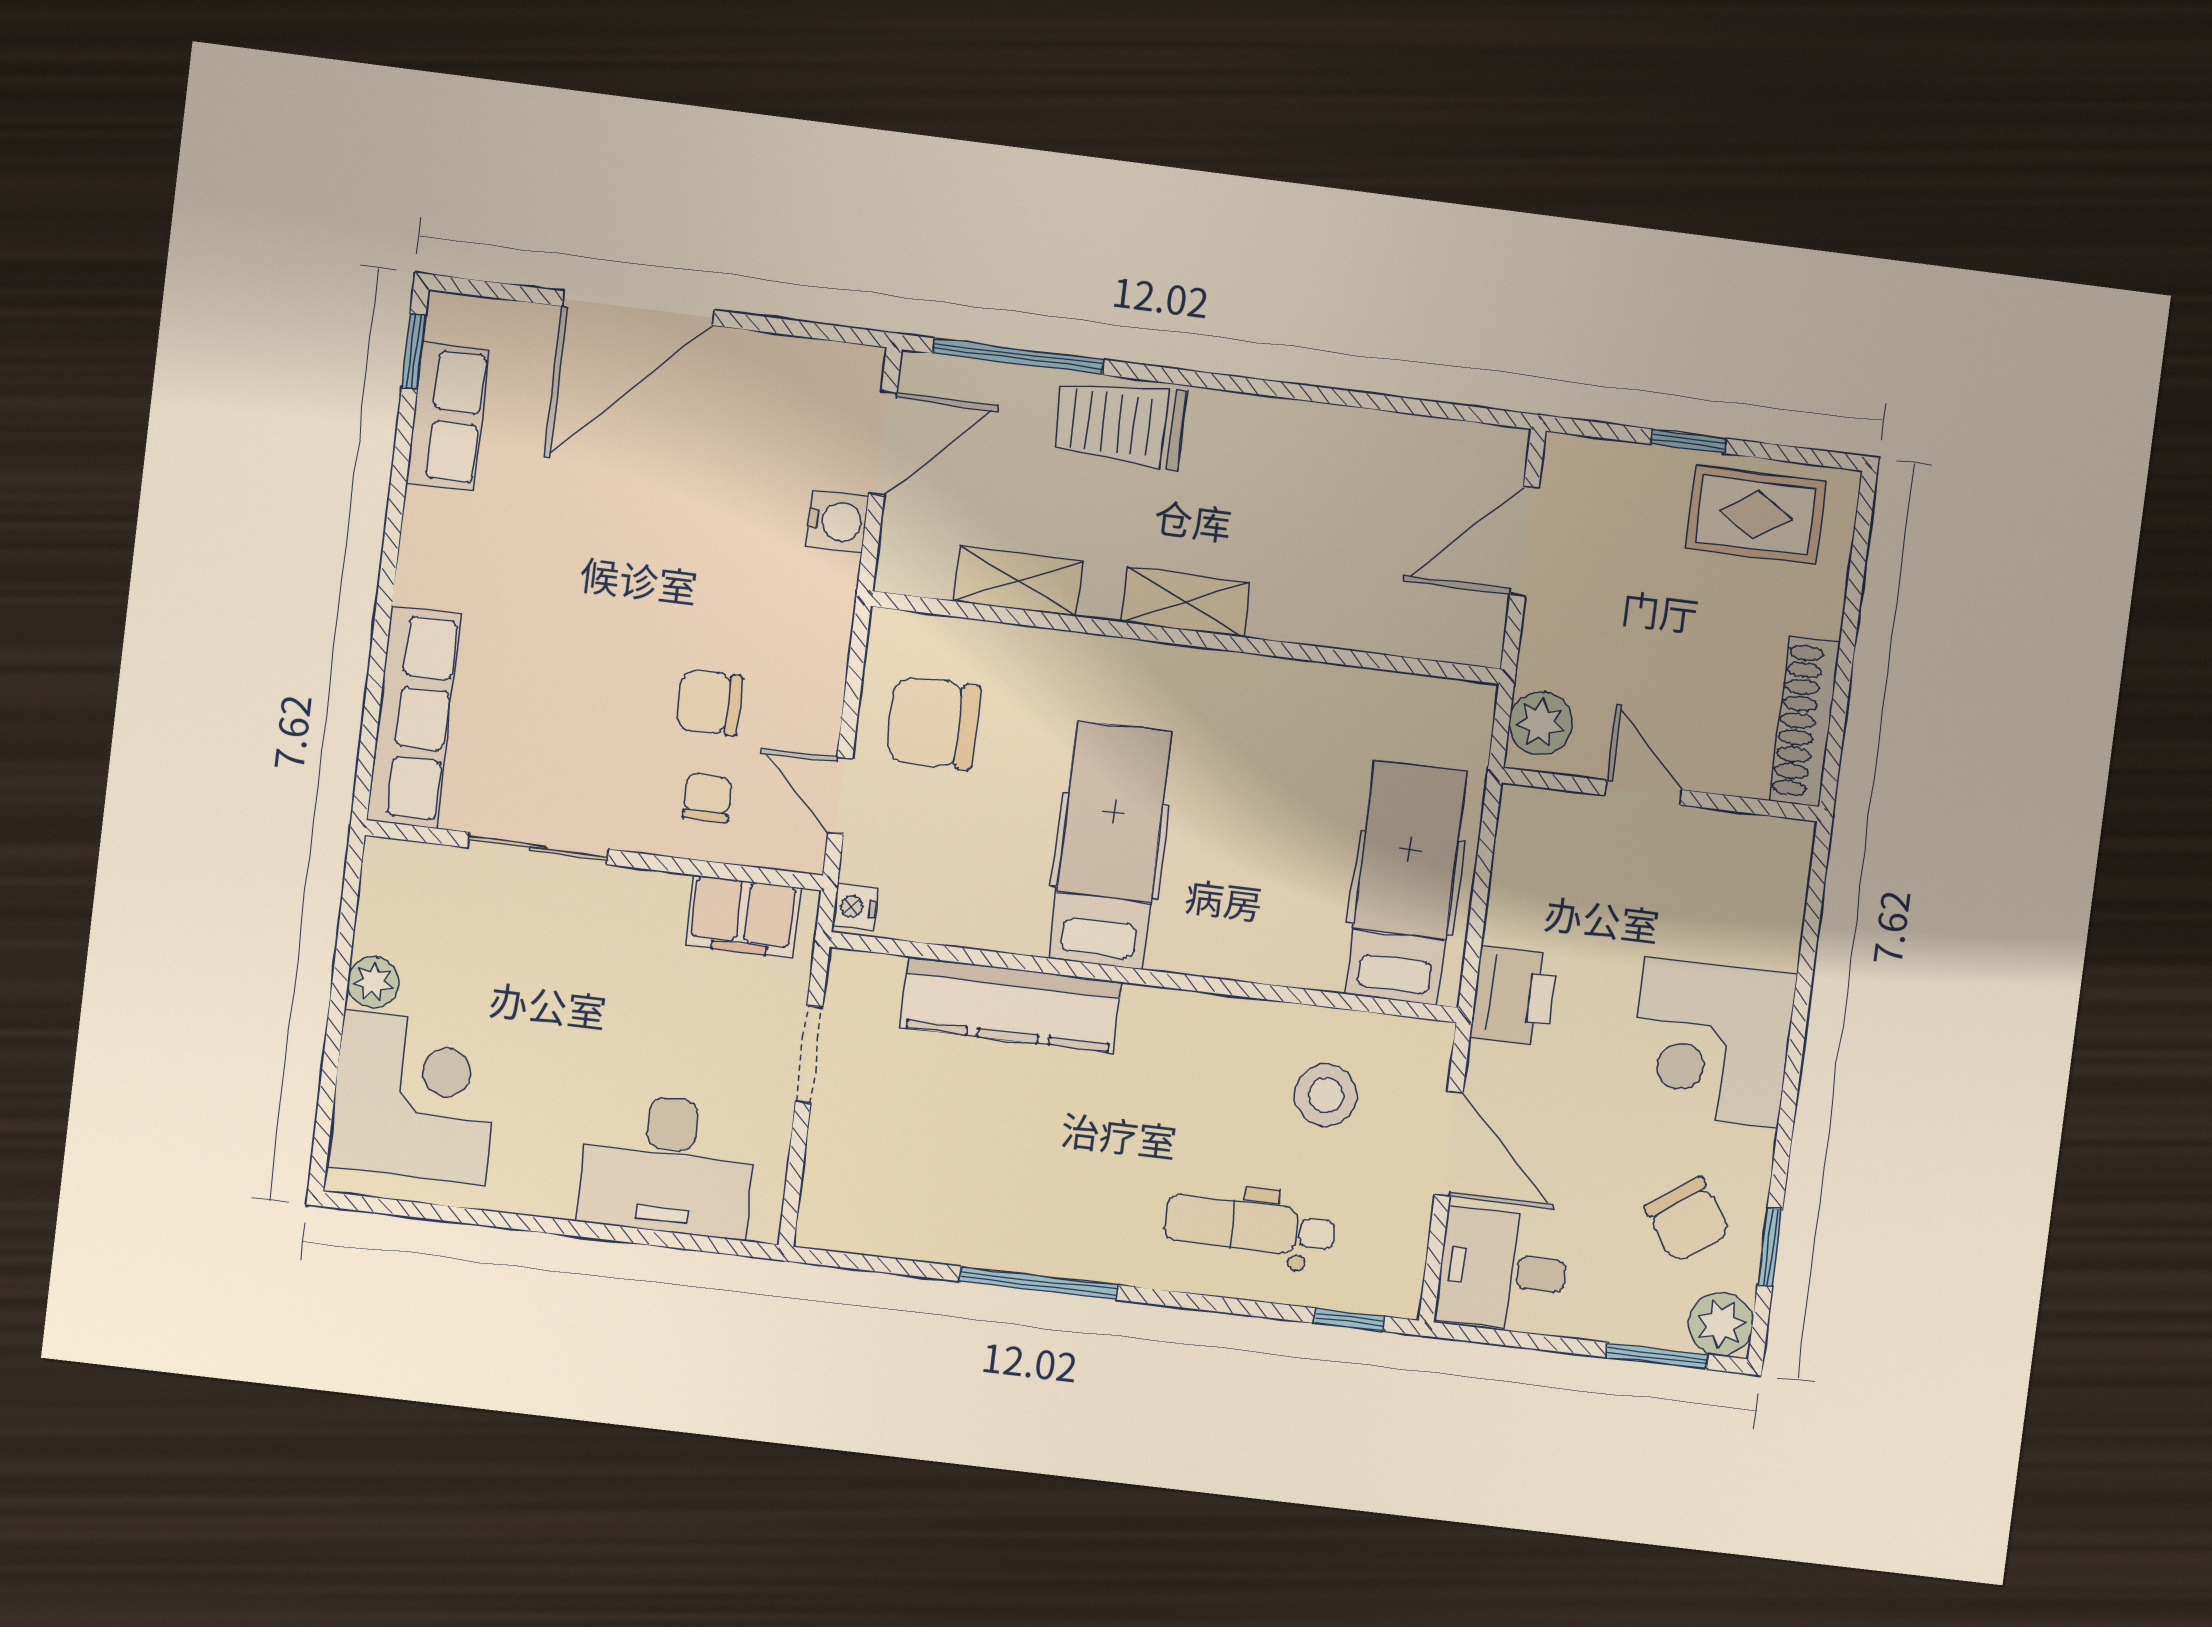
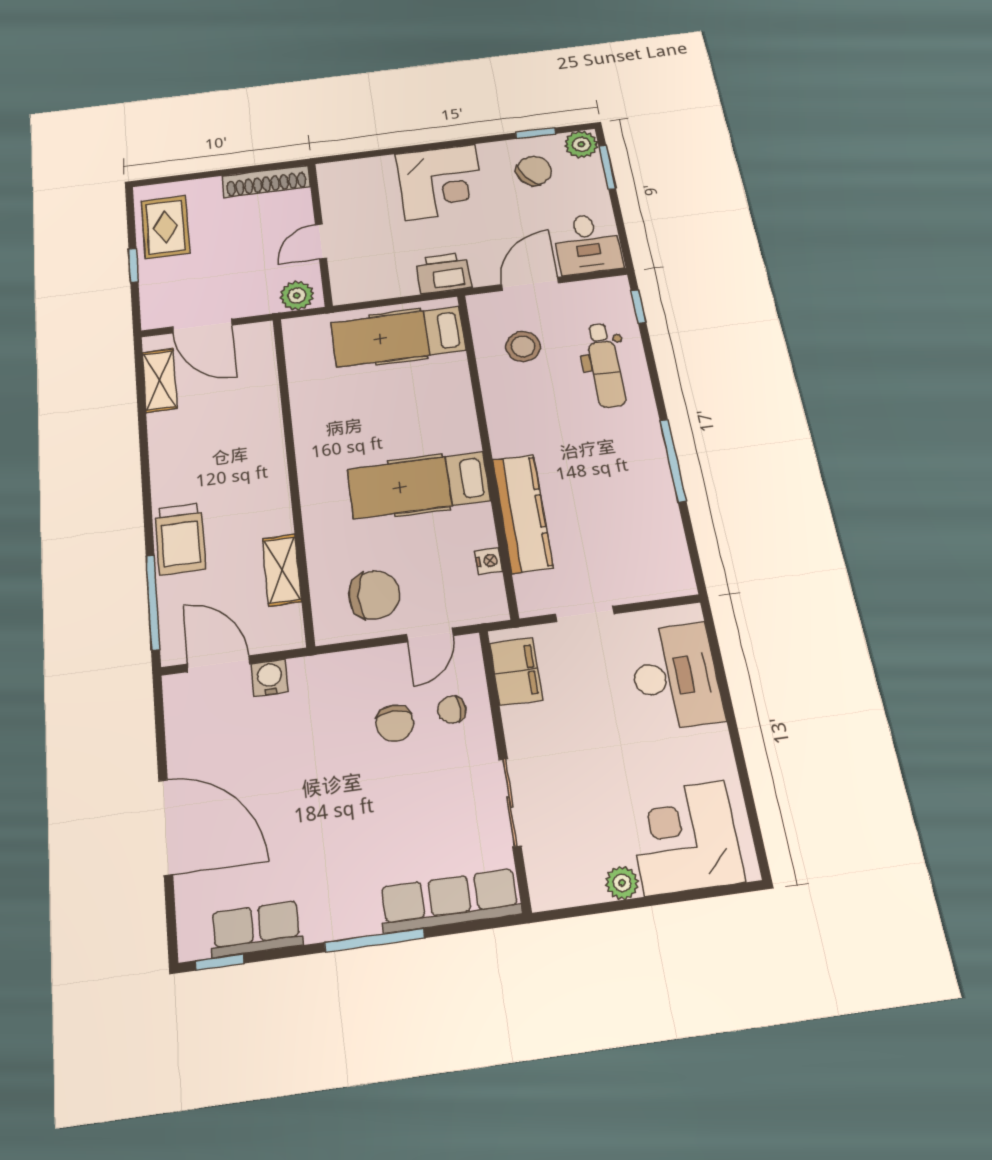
window: (386, 590) -> (374, 940), added
shelving: (1185, 602) -> (160, 380), moved
chair: (933, 723) -> (374, 595), turned -87
nightstand: (855, 907) -> (488, 561), moved, turned -90

